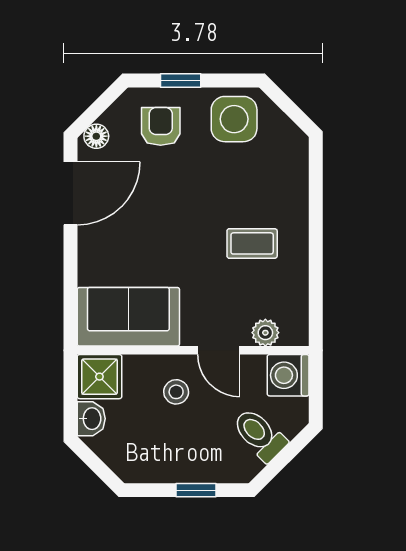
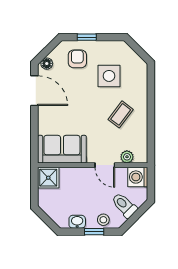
side table: (234, 119) -> (109, 76), moved
door: (70, 193) -> (34, 91), hinge flipped
coffee table: (252, 243) -> (121, 114), turned -53
stool: (176, 392) -> (103, 220), moved
washbasin: (91, 419) -> (77, 222), moved, turned -90

